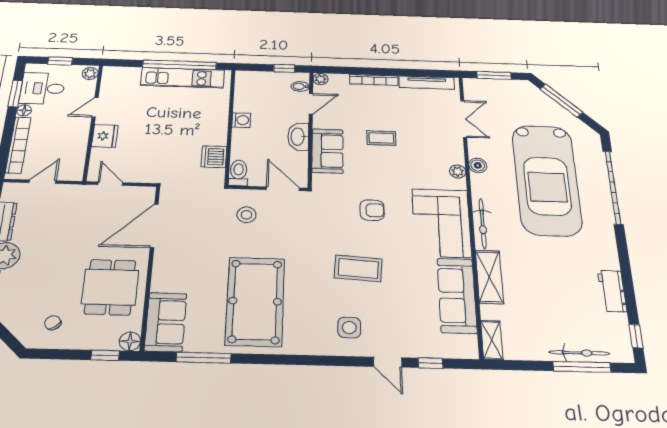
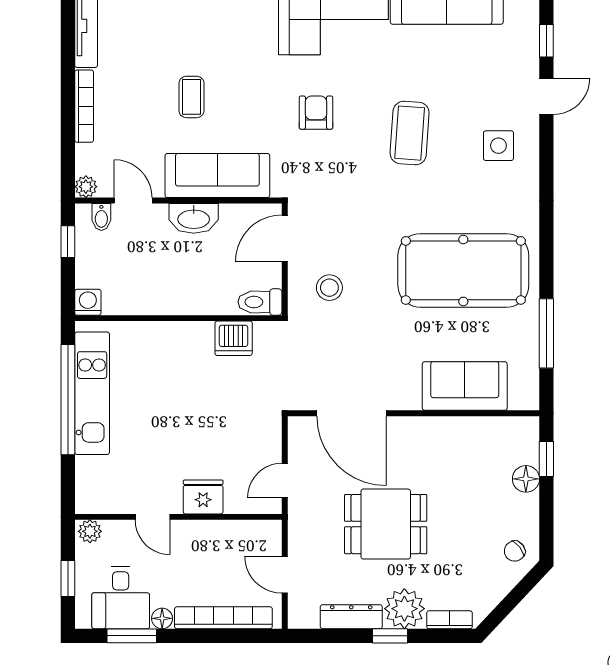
washing machine: (241, 120) -> (88, 302), moved
sofa: (327, 151) -> (217, 176), width x1.36
dining table: (110, 287) -> (386, 524), moved
sofa: (166, 322) -> (465, 386), moved
chair: (53, 323) -> (515, 551), moved
floor lamp: (130, 341) -> (526, 479), moved

